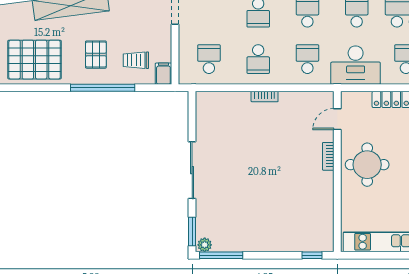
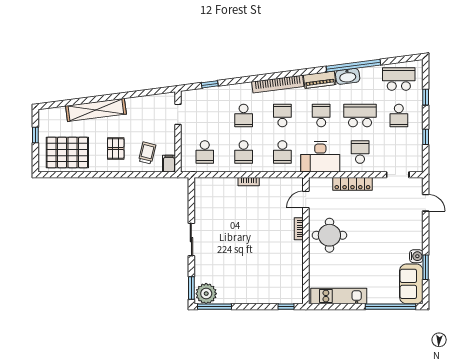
school desk: (209, 59) -> (205, 152), turned 180
school desk: (307, 59) -> (282, 152), turned 180
trolley: (136, 60) -> (147, 153), turned 104
window: (103, 88) -> (121, 175), removed
sliding door: (192, 170) -> (191, 240), width x0.73
plant: (205, 245) -> (206, 294), width x1.88, depth x1.88

